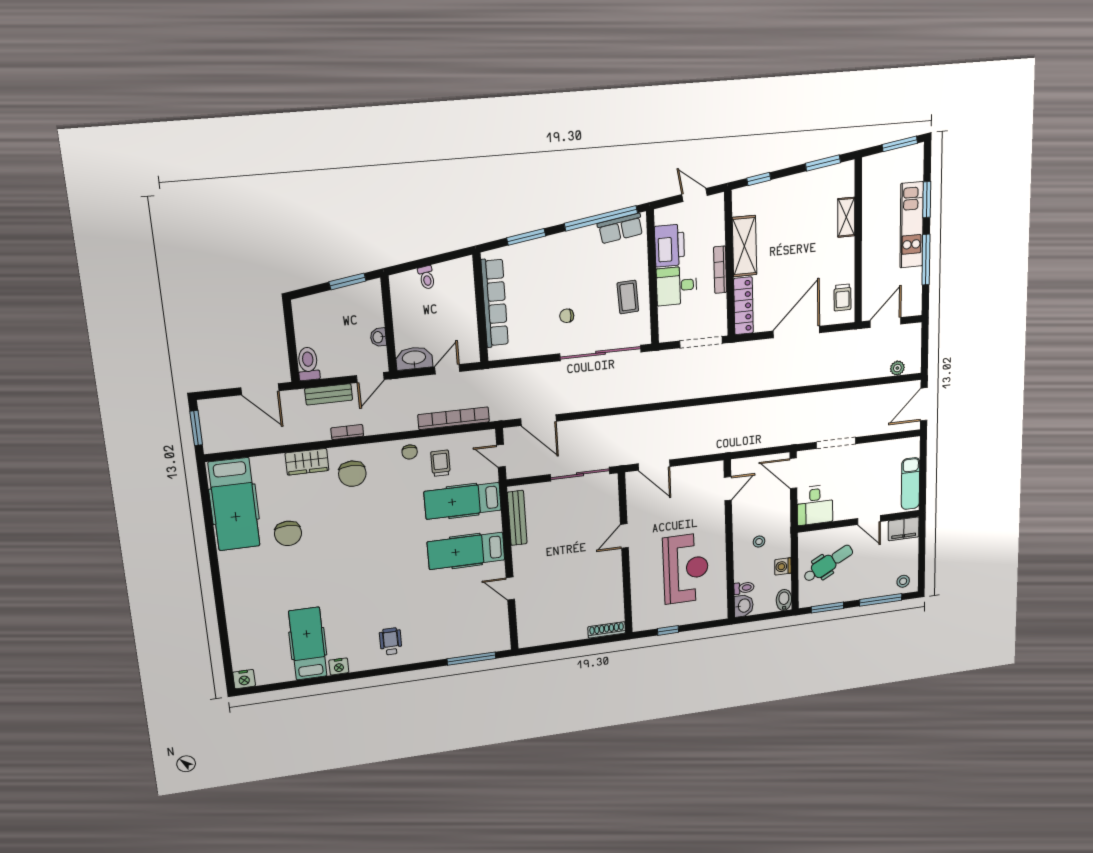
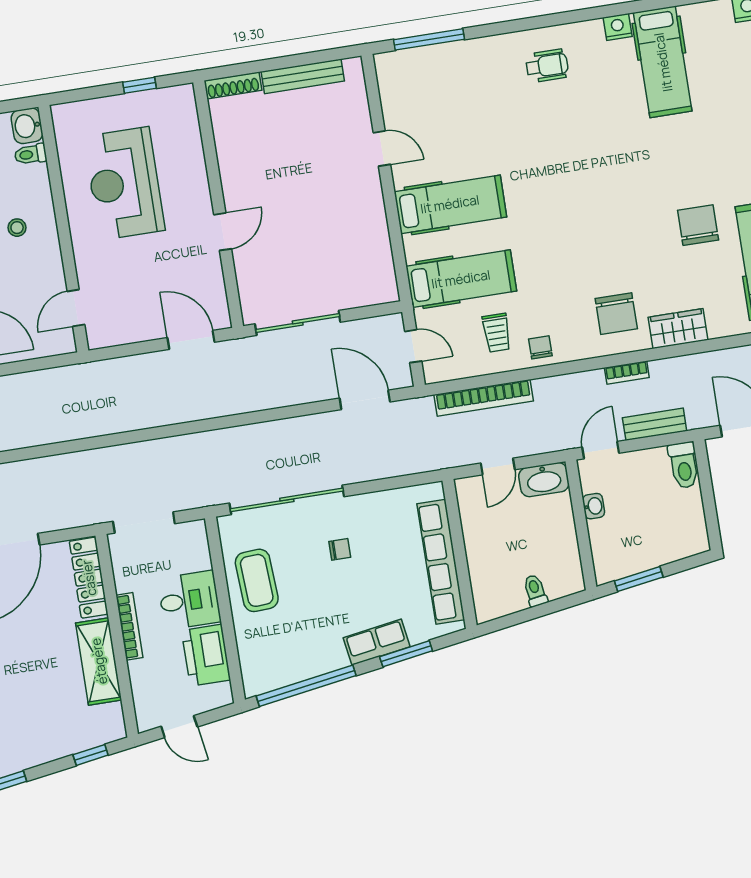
row of seats: (620, 228) -> (377, 642), moved
coffee table: (628, 297) -> (257, 580), width x1.36, depth x1.30
chair: (352, 474) -> (616, 314), turned 180
bench: (517, 518) -> (303, 76), moved, turned 90
wheelchair: (391, 641) -> (547, 66), turned -90

